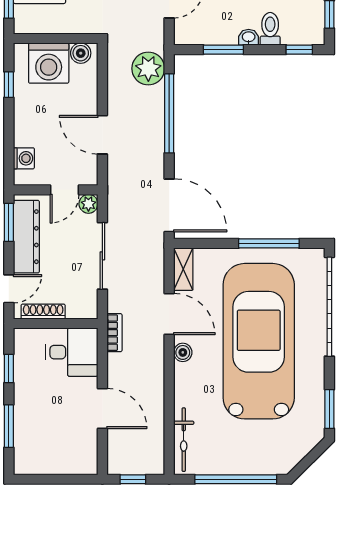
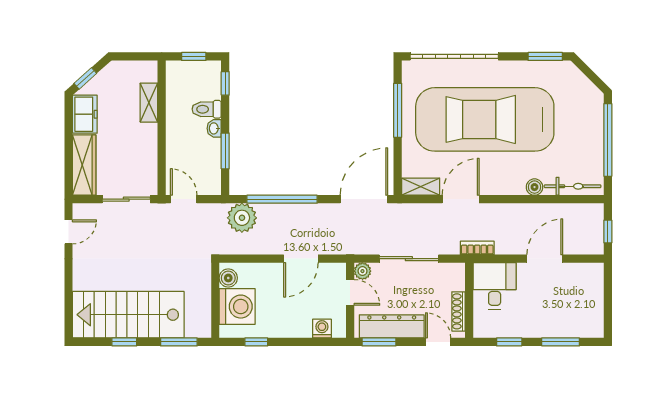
boiler: (183, 352) -> (534, 187), moved

